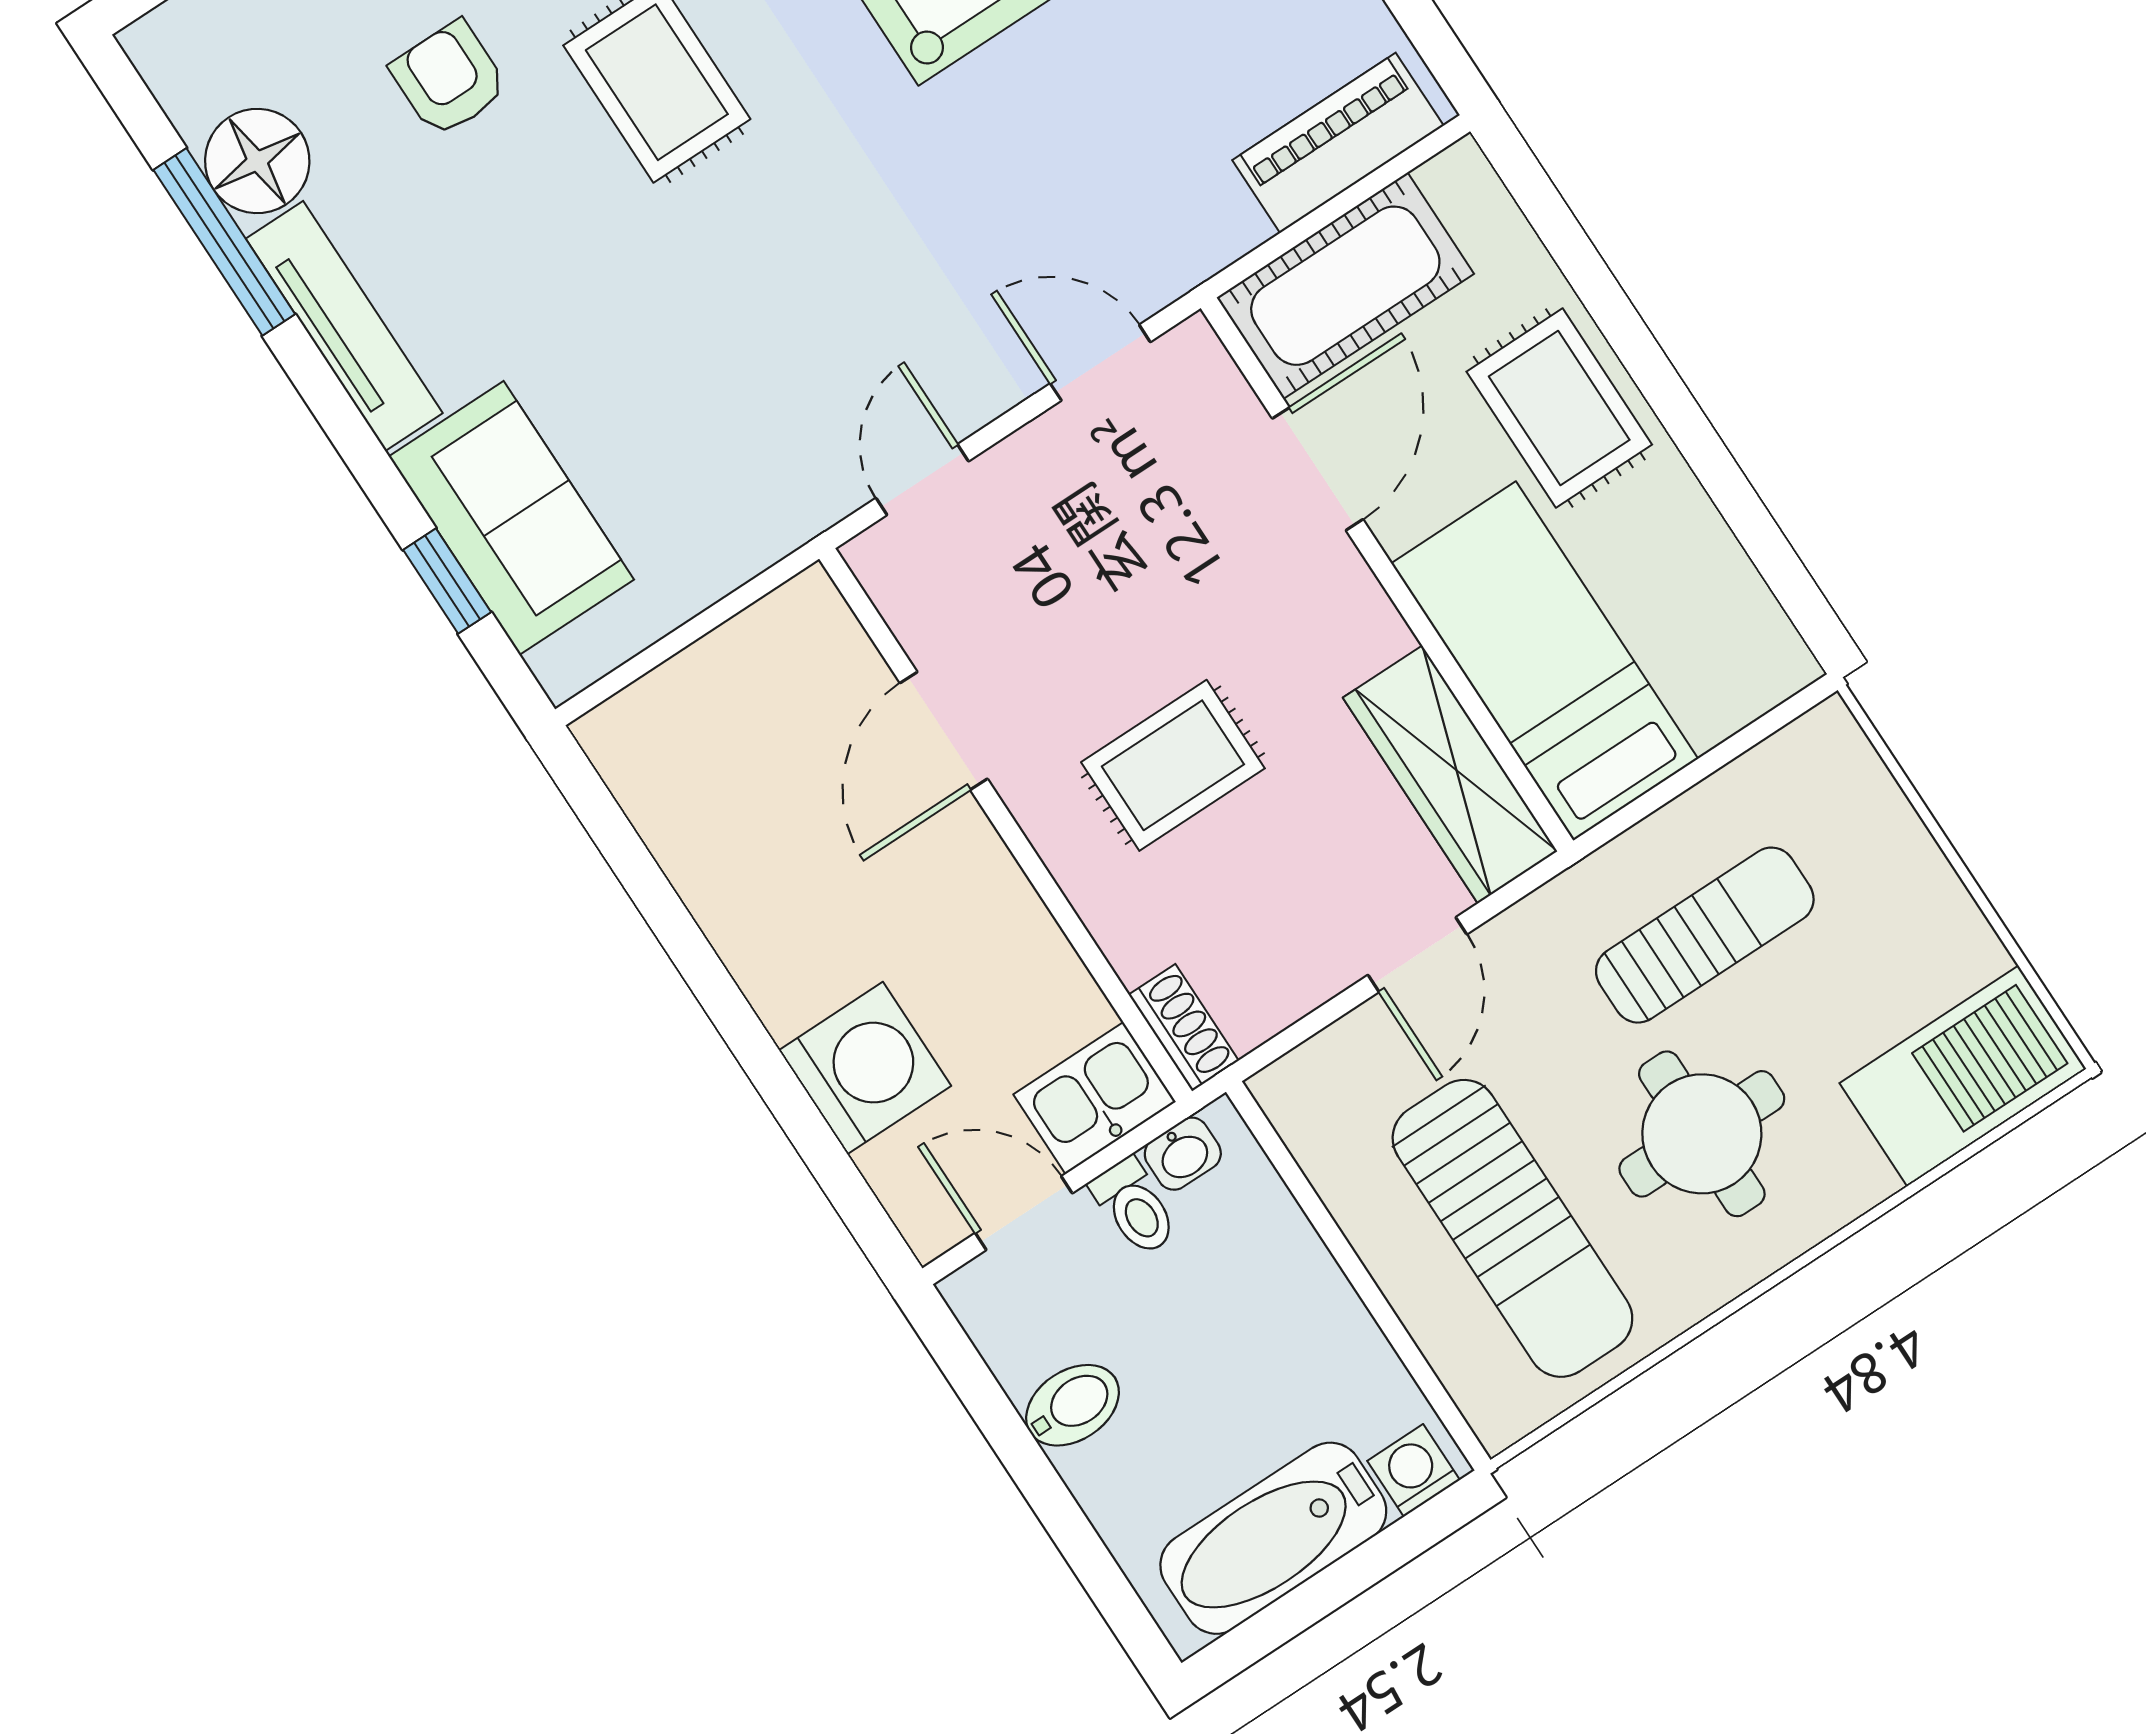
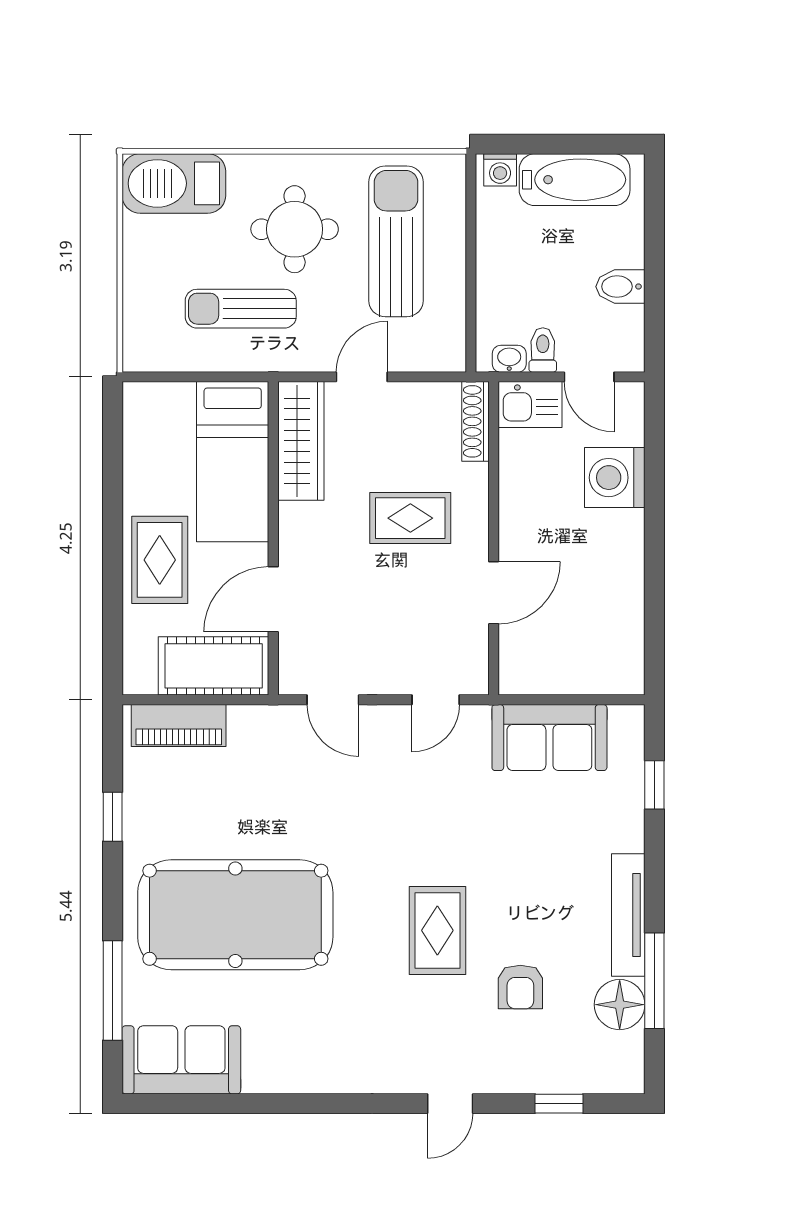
sofa: (511, 518) -> (549, 738), moved, turned -90
shoe rack: (1184, 1028) -> (475, 421), width x1.43

